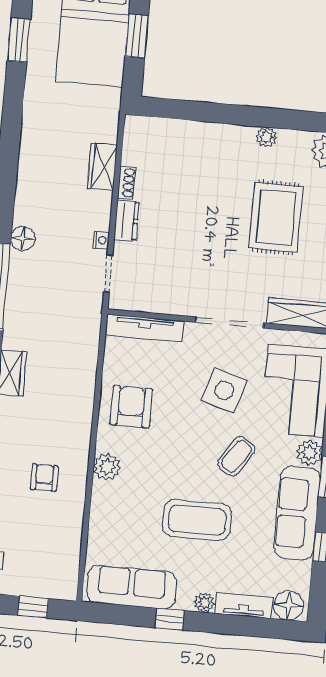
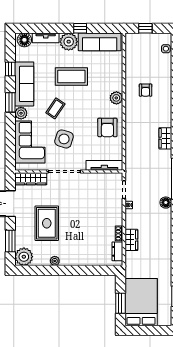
dresser: (127, 221) -> (117, 251), moved
plant: (204, 603) -> (69, 42), width x1.88, depth x1.88

